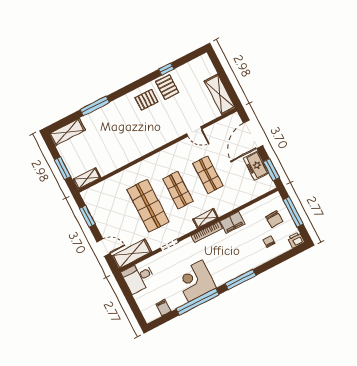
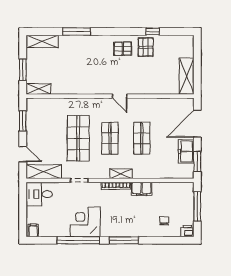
door: (194, 131) -> (120, 96), moved
chair: (274, 219) -> (178, 204), removed
filing cabinet: (163, 308) -> (33, 230), moved

